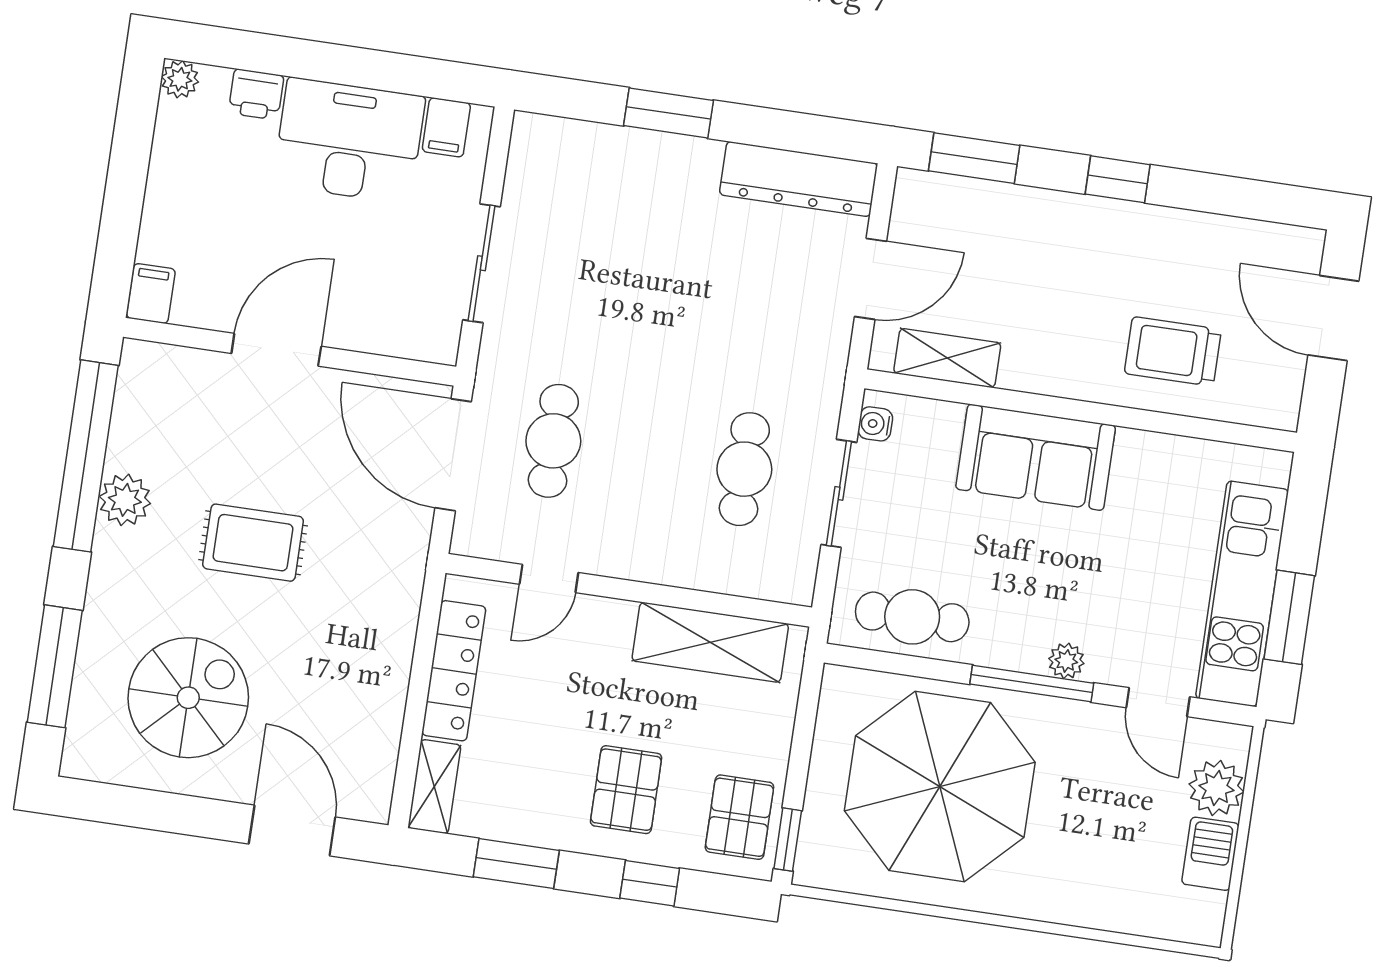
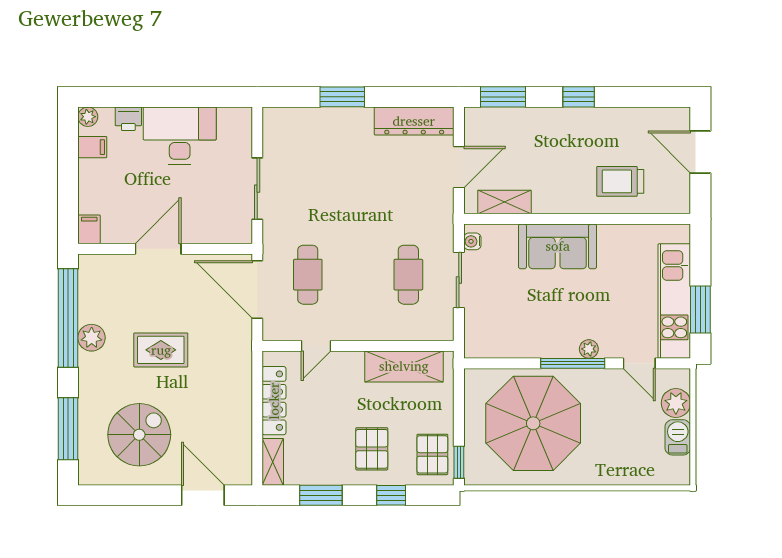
filing cabinet: (446, 127) -> (92, 147), moved, turned -90
cafe table: (912, 617) -> (506, 338), removed

